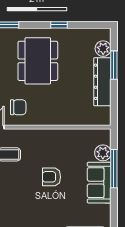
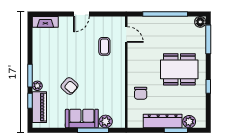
chair: (18, 107) -> (141, 93), moved
armchair: (52, 177) -> (70, 86), moved, turned 132

